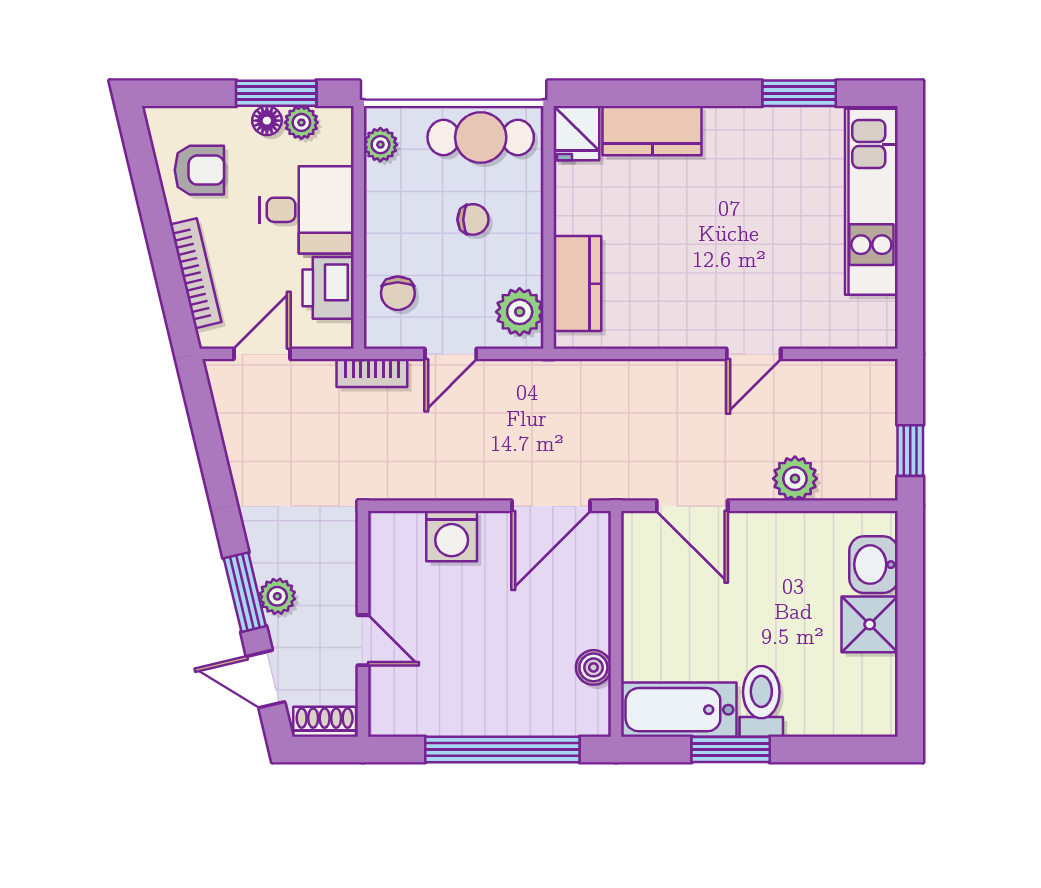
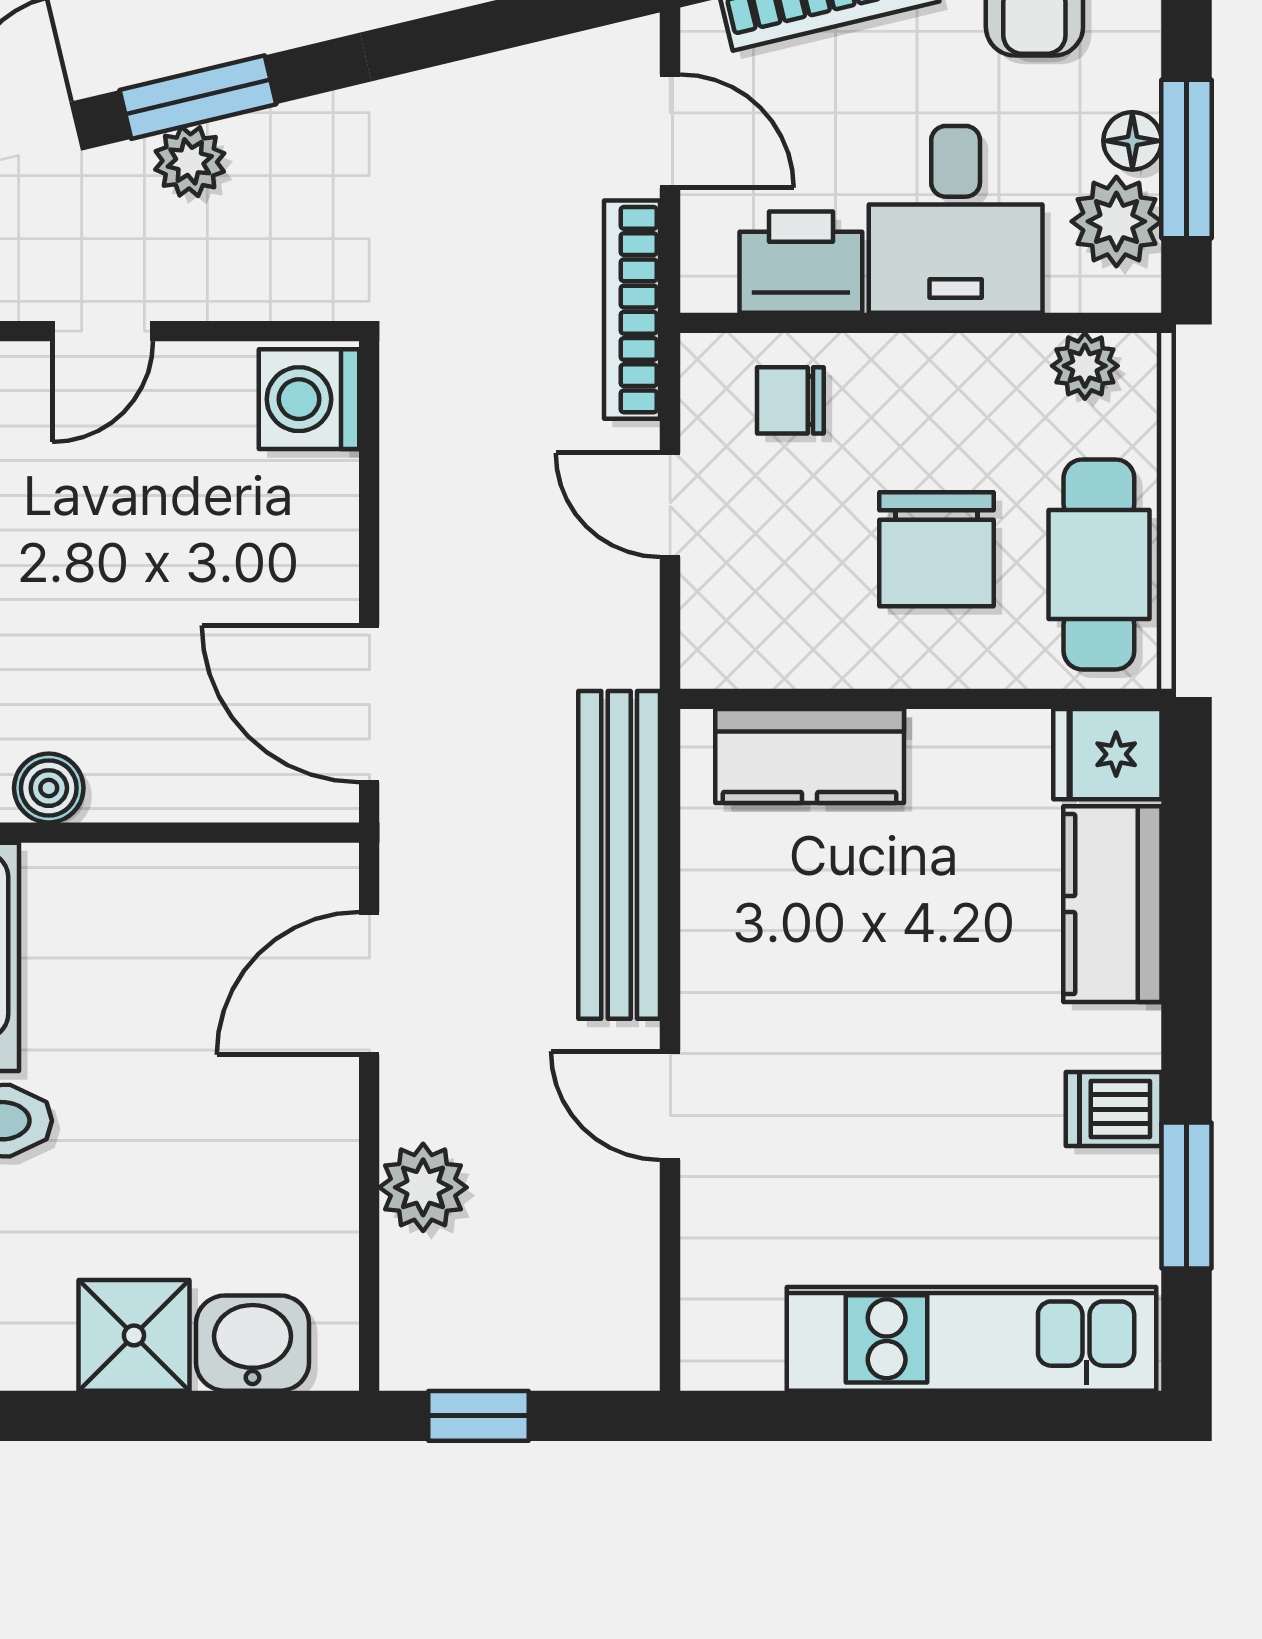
plant: (301, 122) -> (1116, 221), width x1.38, depth x1.38
dishwasher: (755, 130) -> (1114, 1109), added
chair: (473, 219) -> (937, 549), width x1.87, depth x1.87
plant: (520, 312) -> (754, 642), removed
bookcase: (372, 373) -> (632, 310), width x1.56
bench: (627, 380) -> (619, 855), added
washing machine: (452, 536) -> (309, 399), moved

